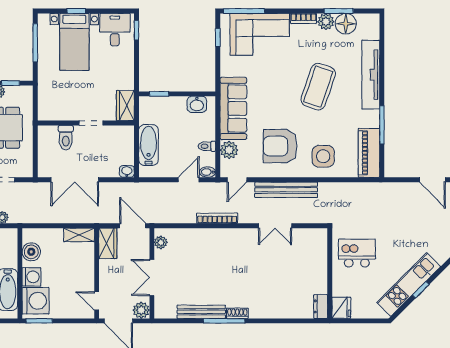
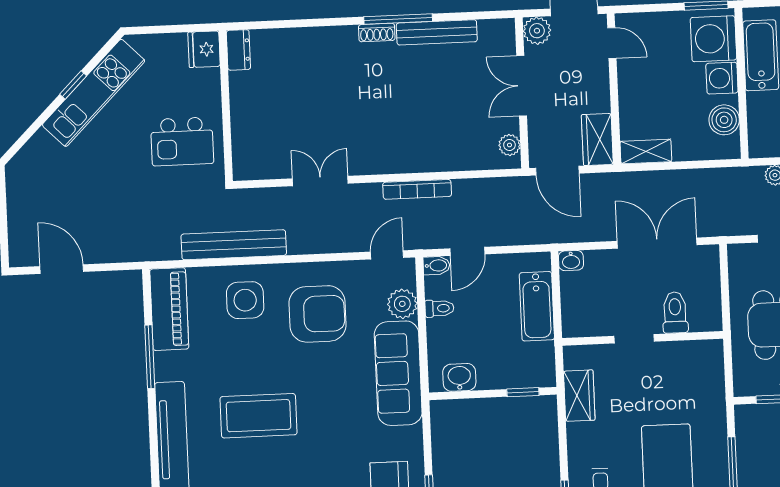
coffee table: (318, 87) -> (258, 416), turned 71
wardrobe: (125, 105) -> (579, 396), moved
bench: (286, 190) -> (234, 245), moved
double door: (152, 278) -> (522, 86), swing flipped

